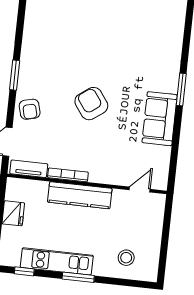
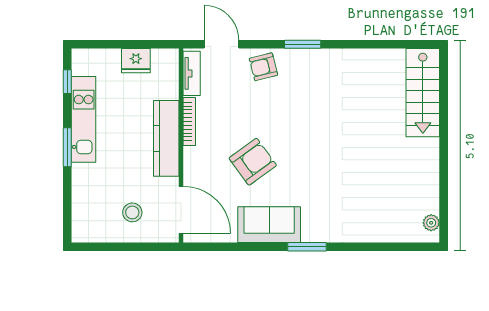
armchair: (91, 104) -> (253, 162), moved
door: (140, 190) -> (181, 210), width x1.87
stool: (126, 258) -> (132, 212), moved

